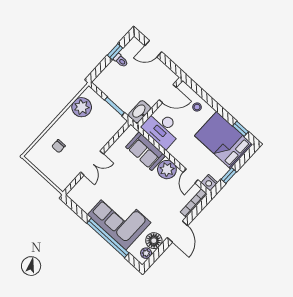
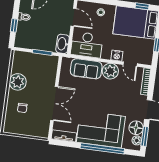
window: (115, 52) -> (14, 25), moved
door: (168, 94) -> (74, 17), hinge flipped
plant: (82, 107) -> (18, 82), moved
double door: (92, 163) -> (54, 103), width x1.37
nightstand: (209, 183) -> (117, 56), moved
tv unit: (80, 200) -> (64, 136), added
window: (156, 255) -> (145, 136), added

